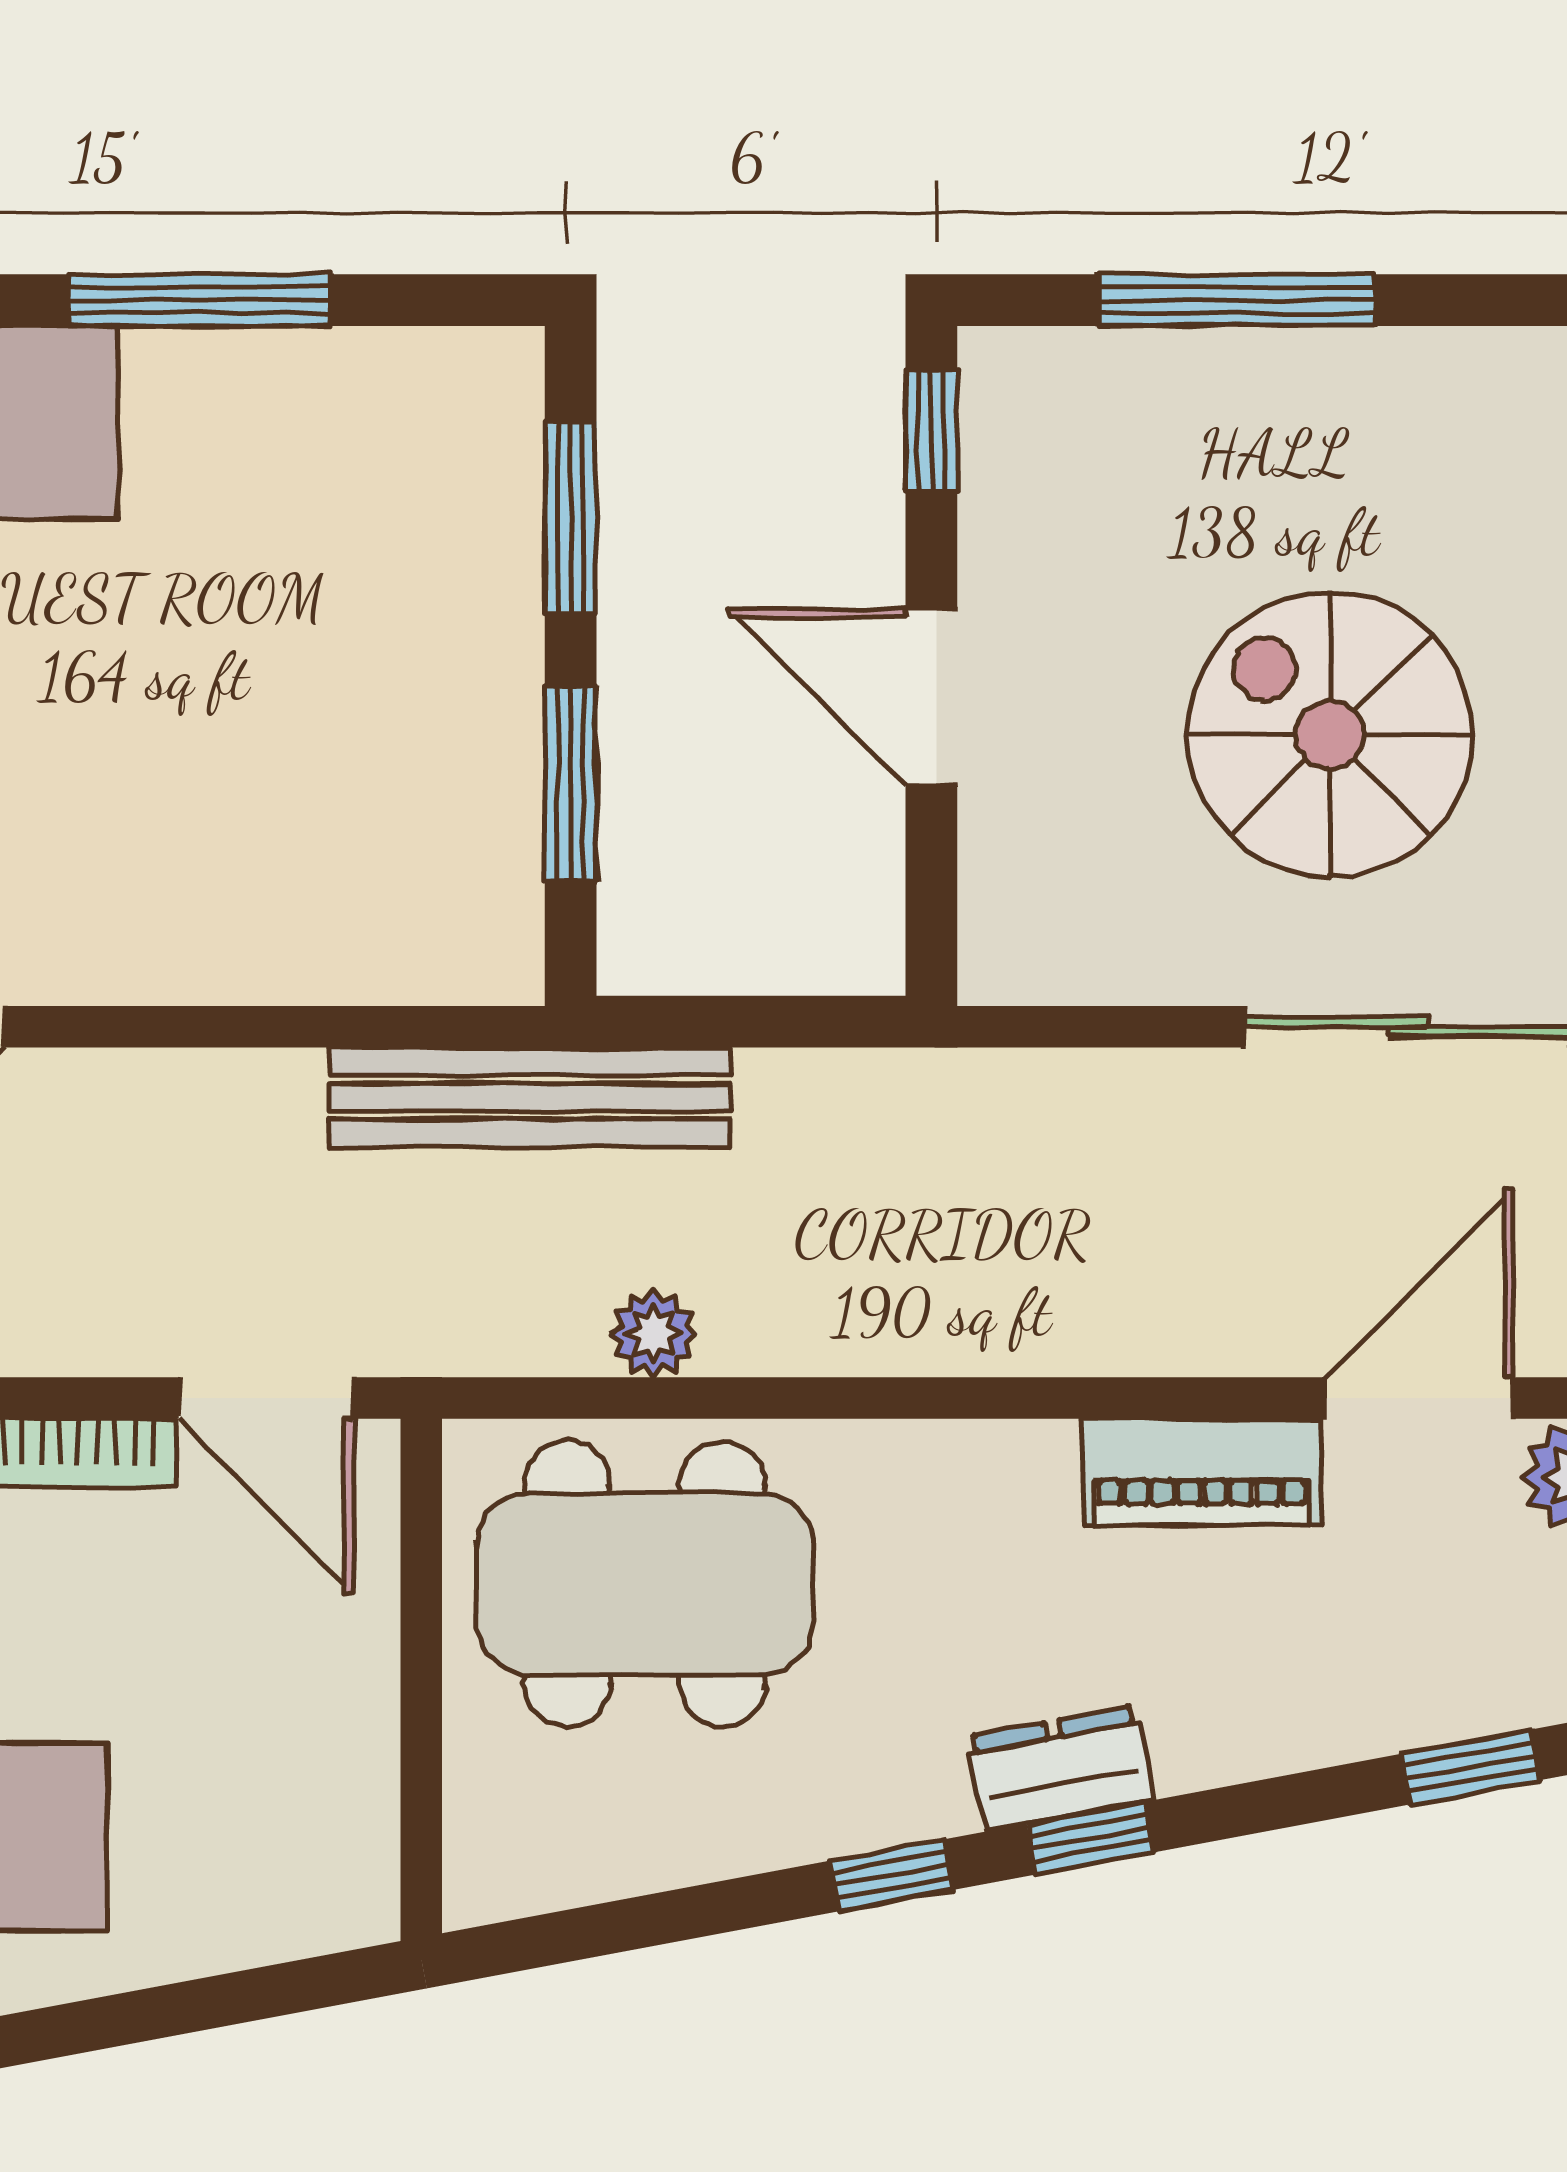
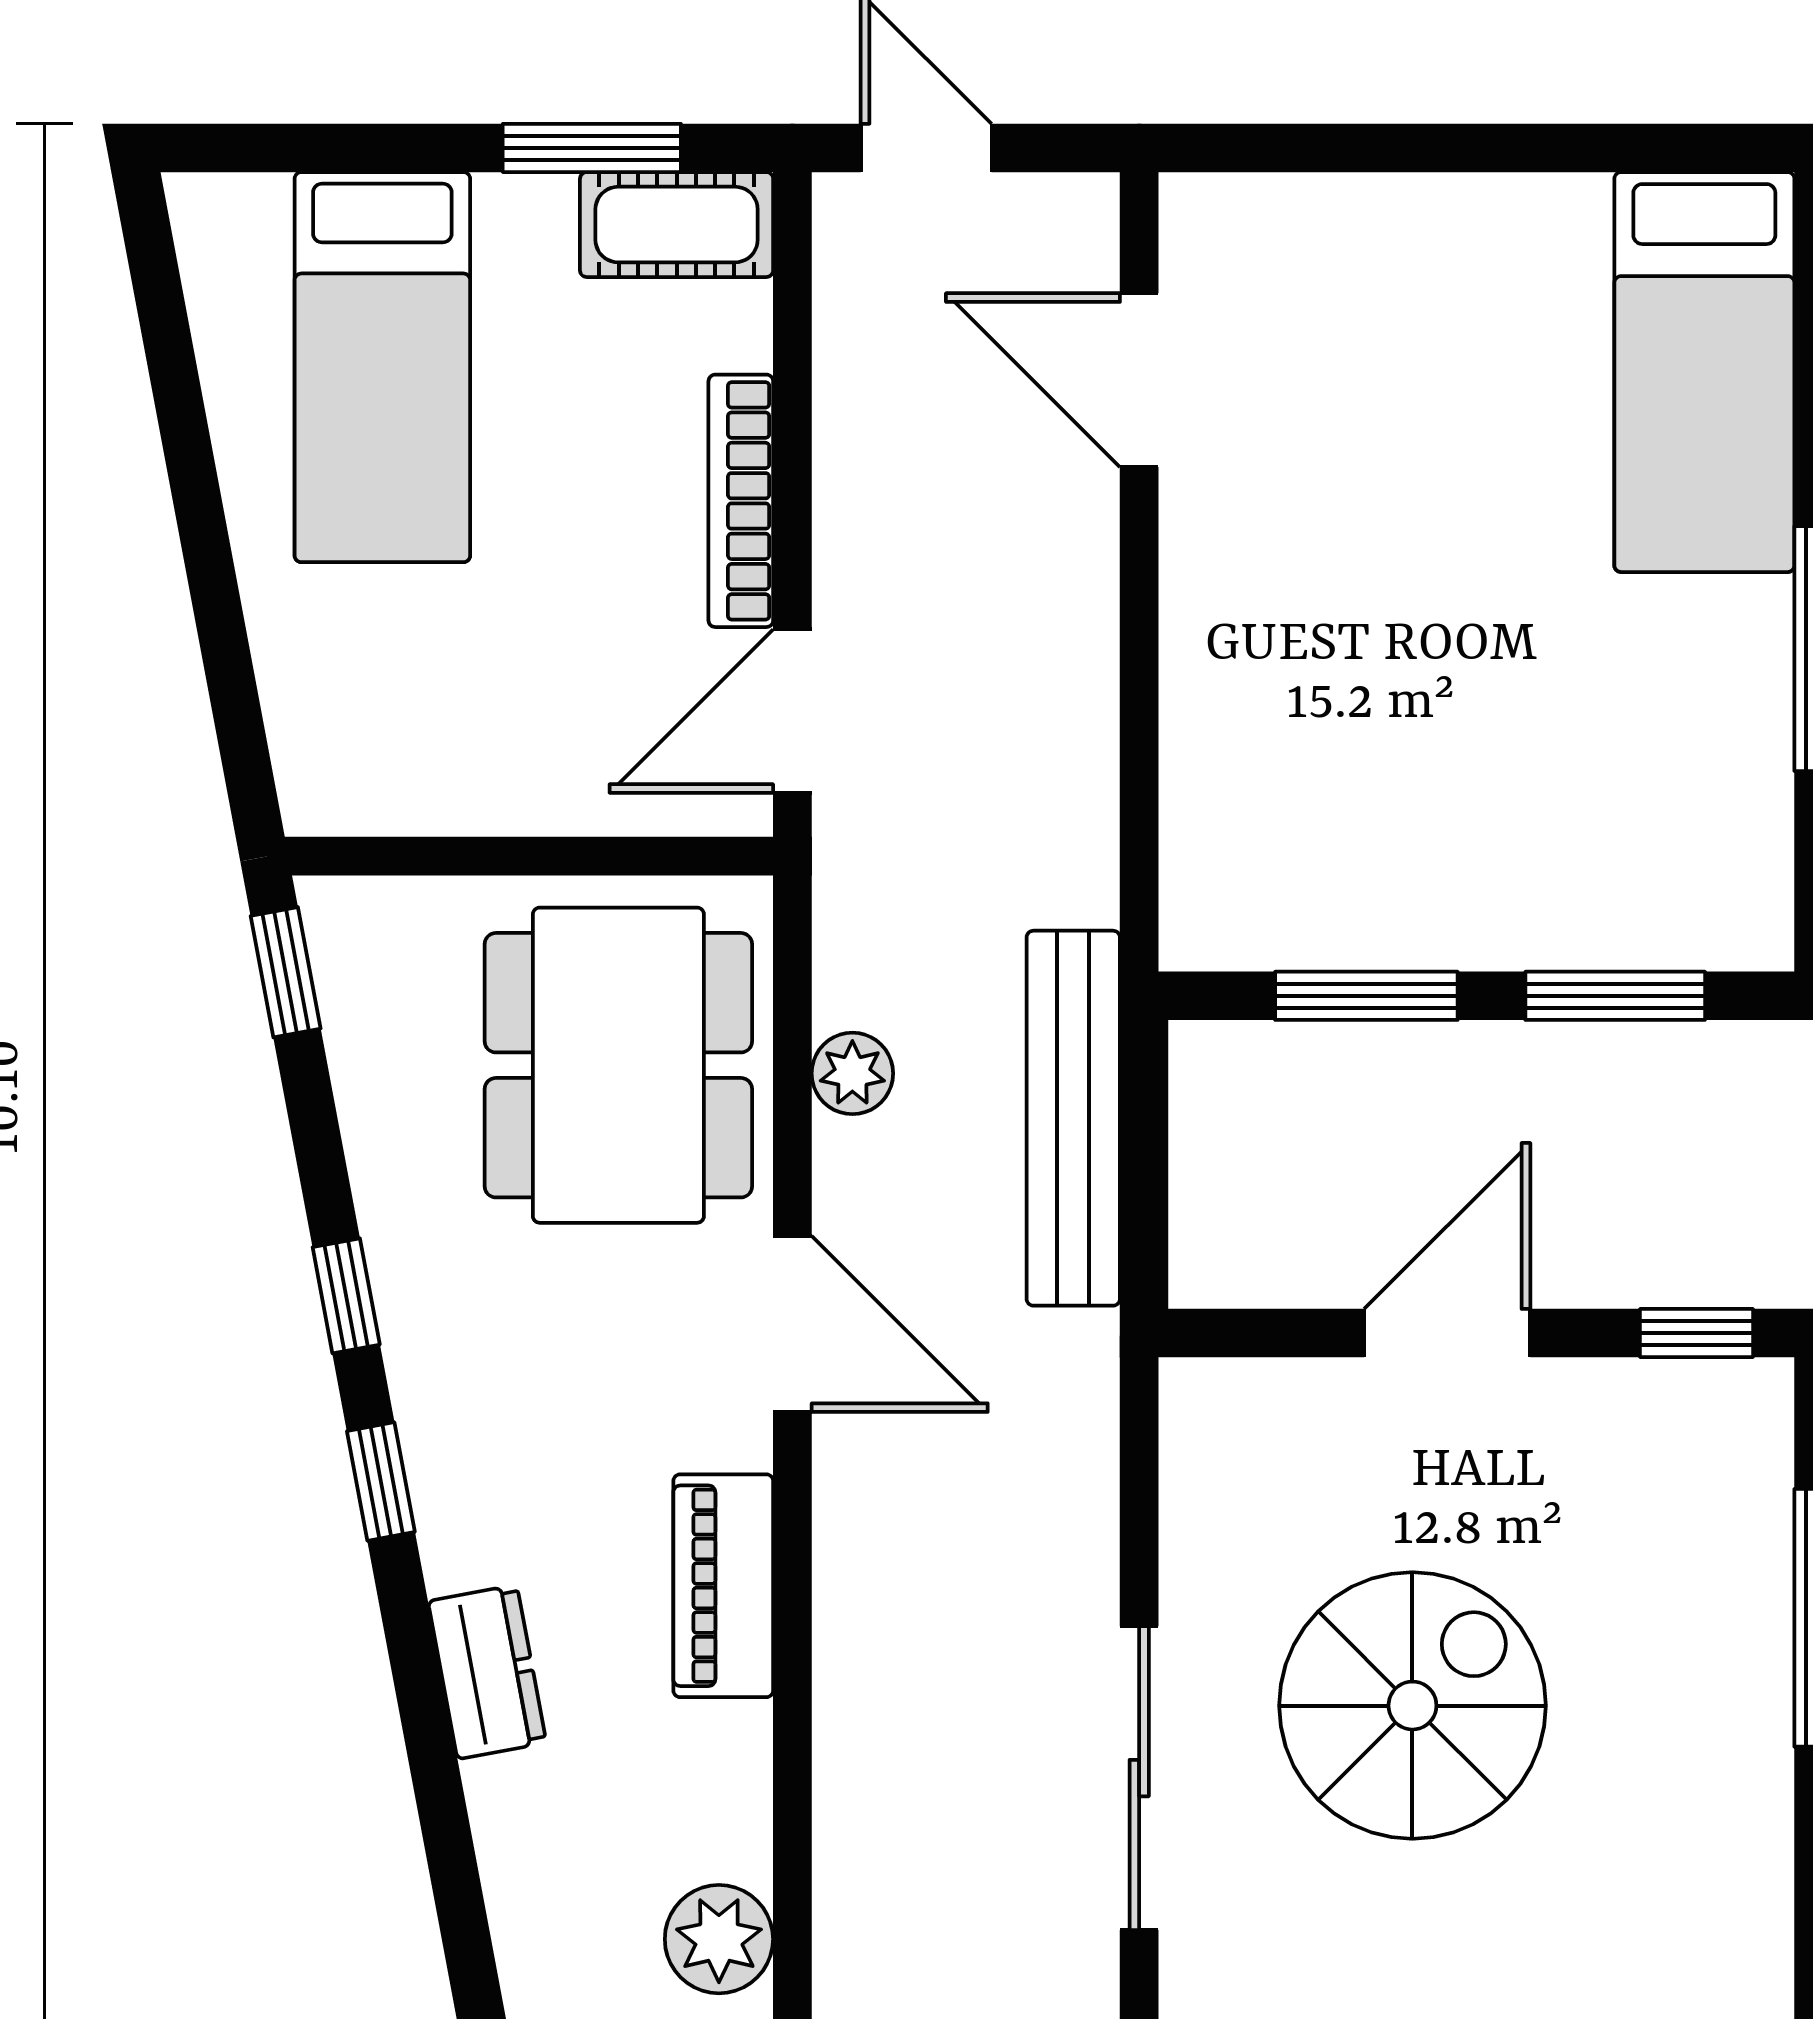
bench: (530, 1097) -> (1073, 1118), moved
door: (1420, 1398) -> (792, 1324), moved
window: (1470, 1767) -> (286, 972), moved
dresser: (1060, 1768) -> (487, 1672), moved

